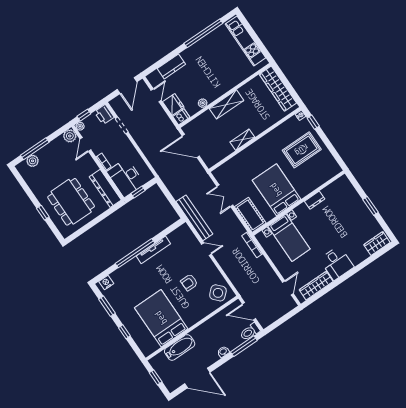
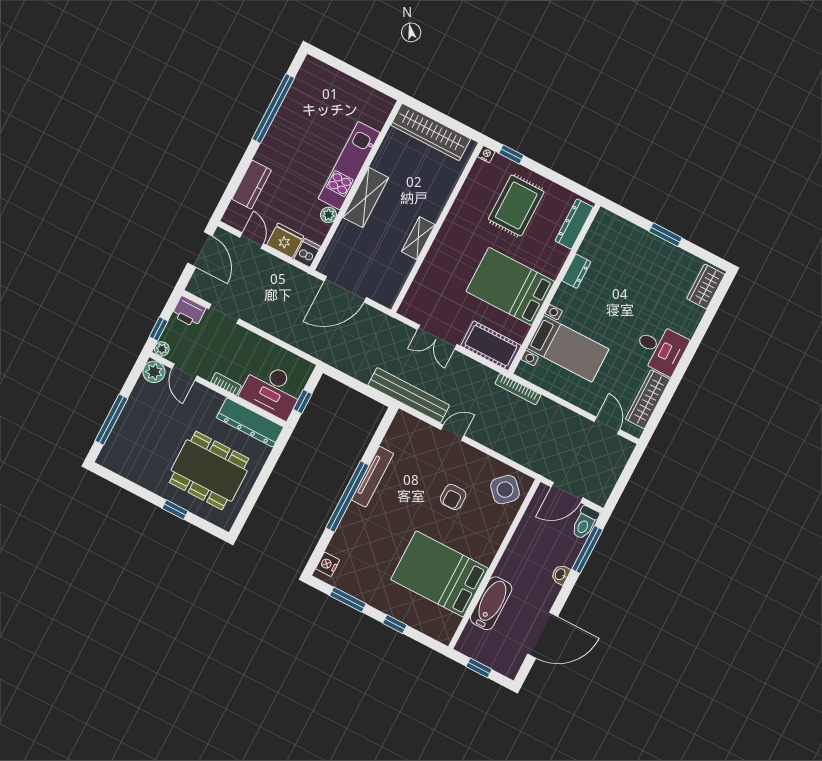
kitchen unit: (245, 41) -> (349, 166), moved, turned 90
plant: (33, 161) -> (118, 440), removed
dresser: (326, 175) -> (574, 224), added

